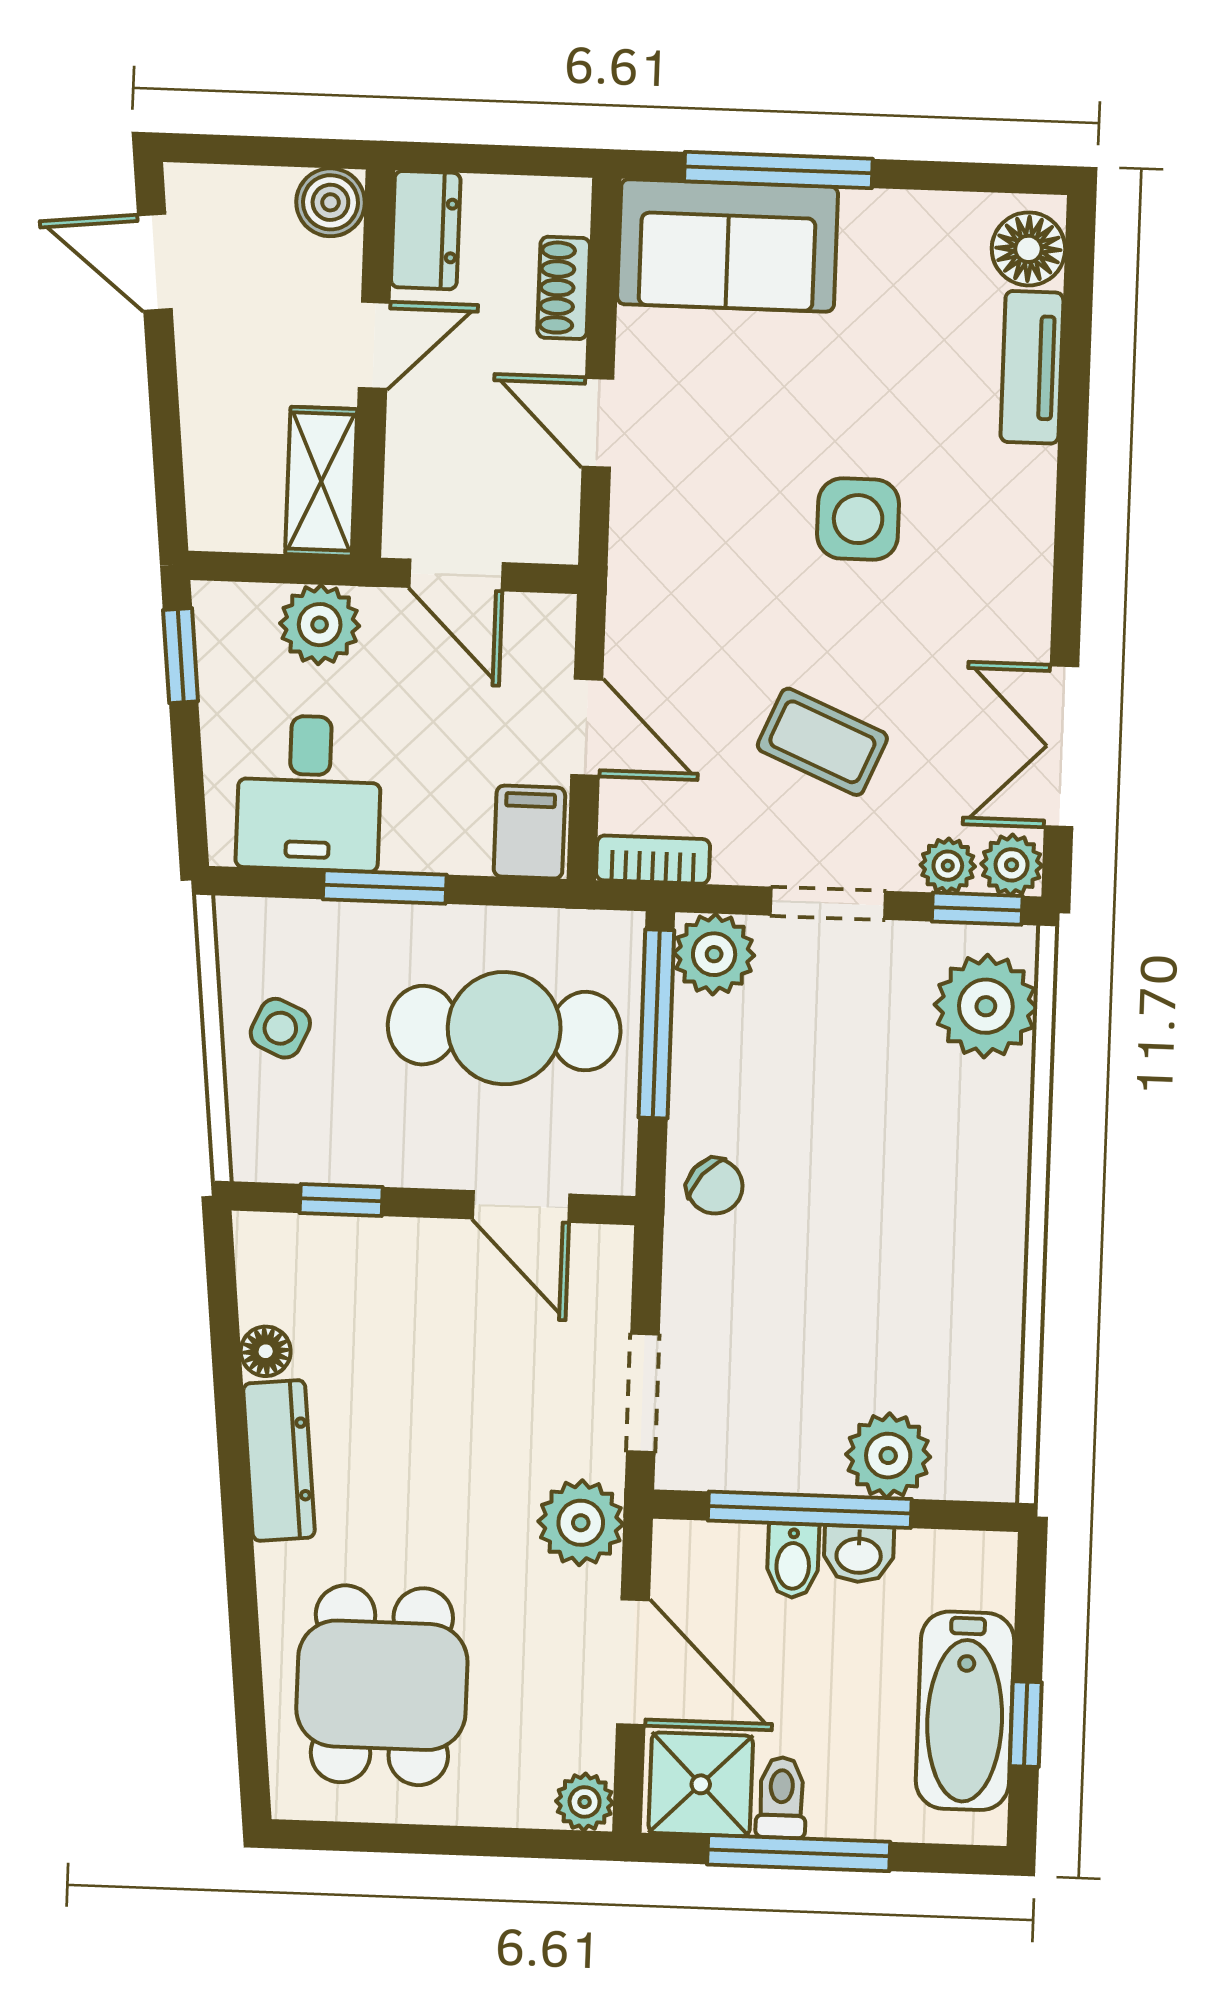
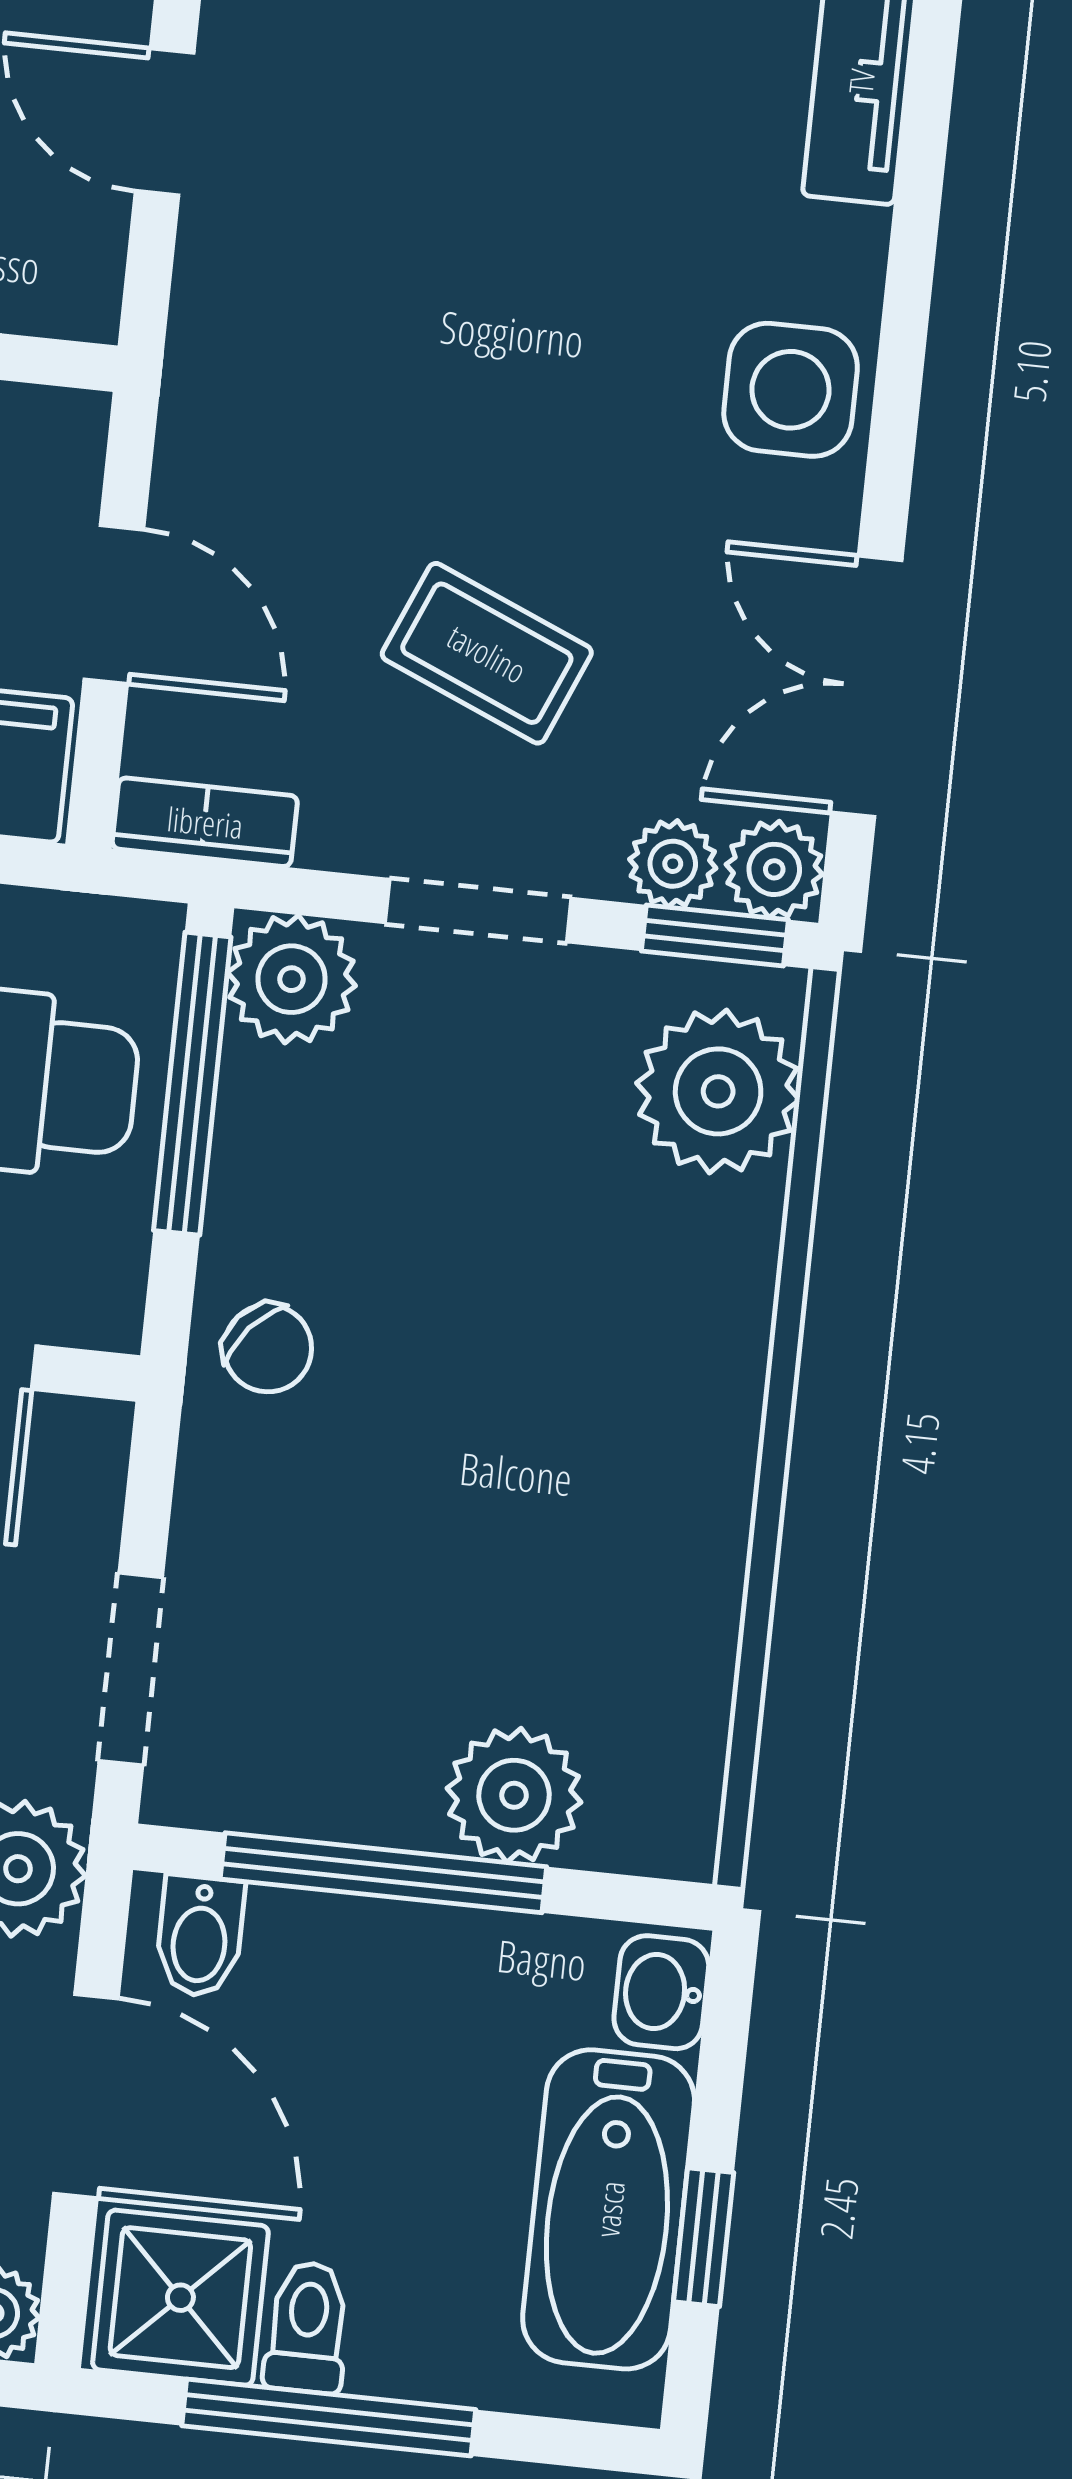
side table: (858, 519) -> (791, 390), moved
washbasin: (859, 1554) -> (661, 1992), moved, turned 90
bidet: (793, 1561) -> (200, 1936), moved

